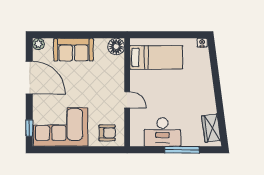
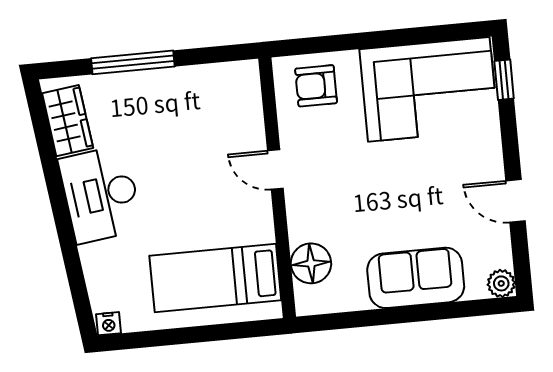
floor lamp: (116, 47) -> (311, 263), moved
door: (29, 77) -> (516, 201), width x0.53
desk: (162, 132) -> (101, 194), moved, turned -97

